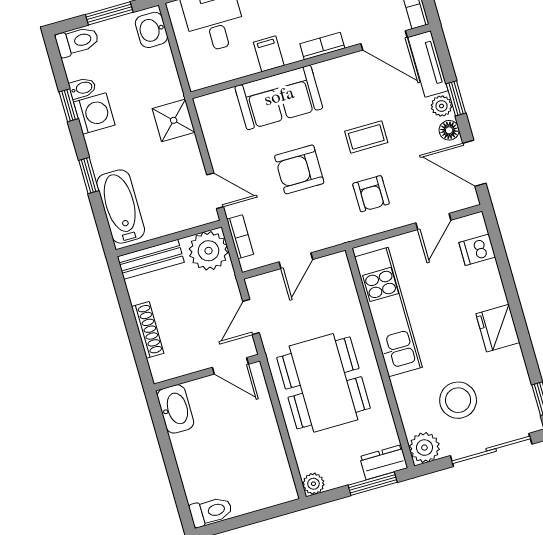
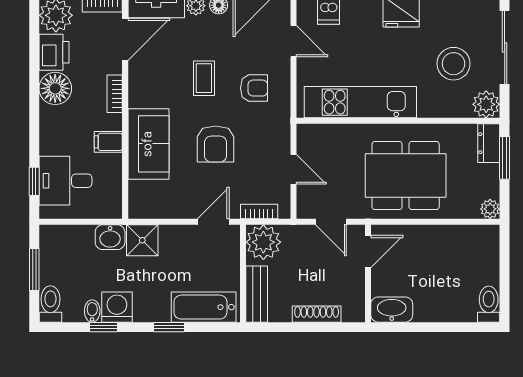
washbasin: (151, 30) -> (110, 237), moved

